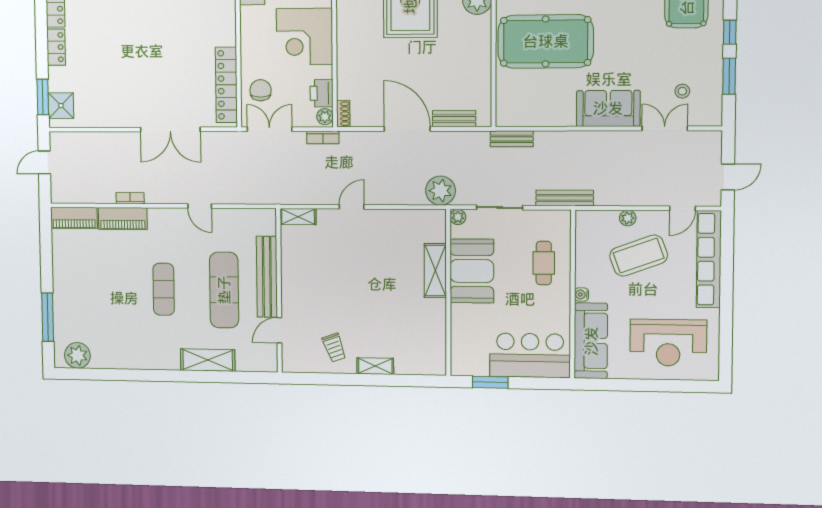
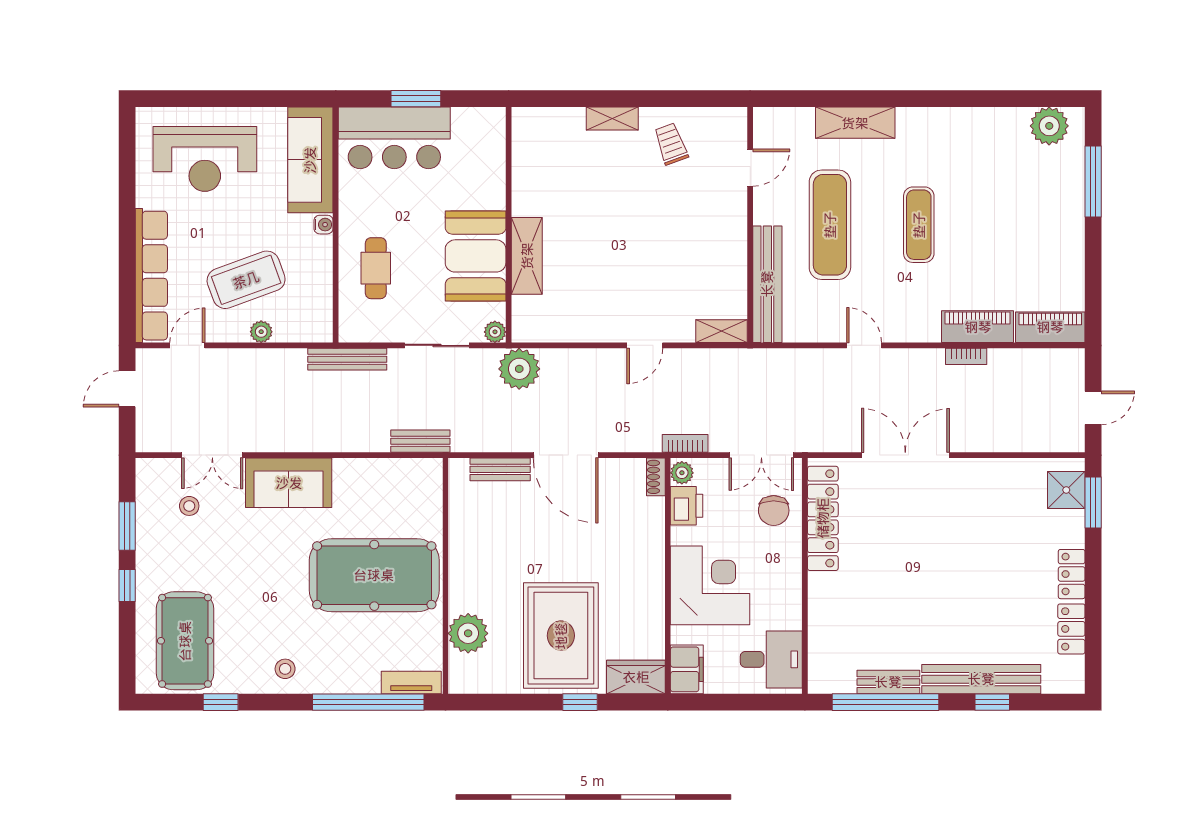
bench: (267, 277) -> (767, 284), moved
reception desk: (668, 343) -> (205, 159), turned 180
window: (490, 382) -> (416, 99), moved

